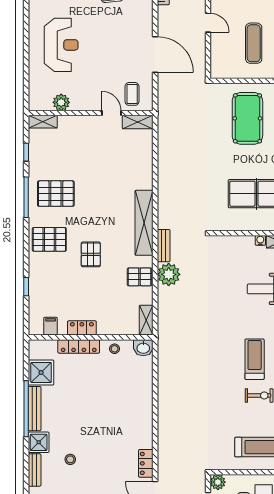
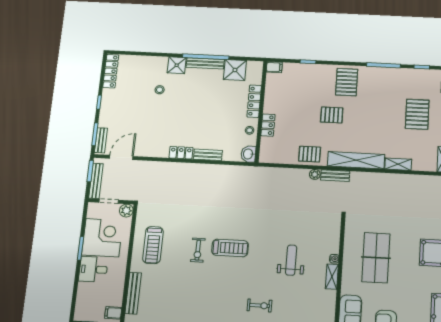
pallet: (56, 194) -> (417, 114), moved
plant: (169, 274) -> (315, 174), width x0.53, depth x0.53
pallet: (140, 277) -> (310, 154), turned 90
shelving: (146, 320) -> (398, 164), moved
filing cabinet: (51, 326) -> (274, 67), moved
locker: (82, 328) -> (268, 125), moved
locker: (146, 463) -> (181, 153), moved
bench: (35, 470) -> (208, 155), moved

